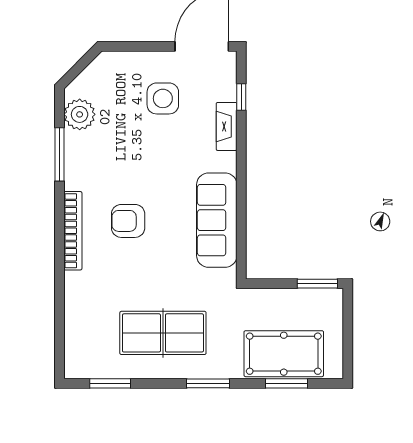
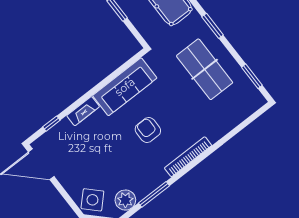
side table: (163, 98) -> (92, 200), moved, turned 45
fireplace: (227, 126) -> (83, 111), moved
armchair: (128, 221) -> (148, 130), moved, turned 180

